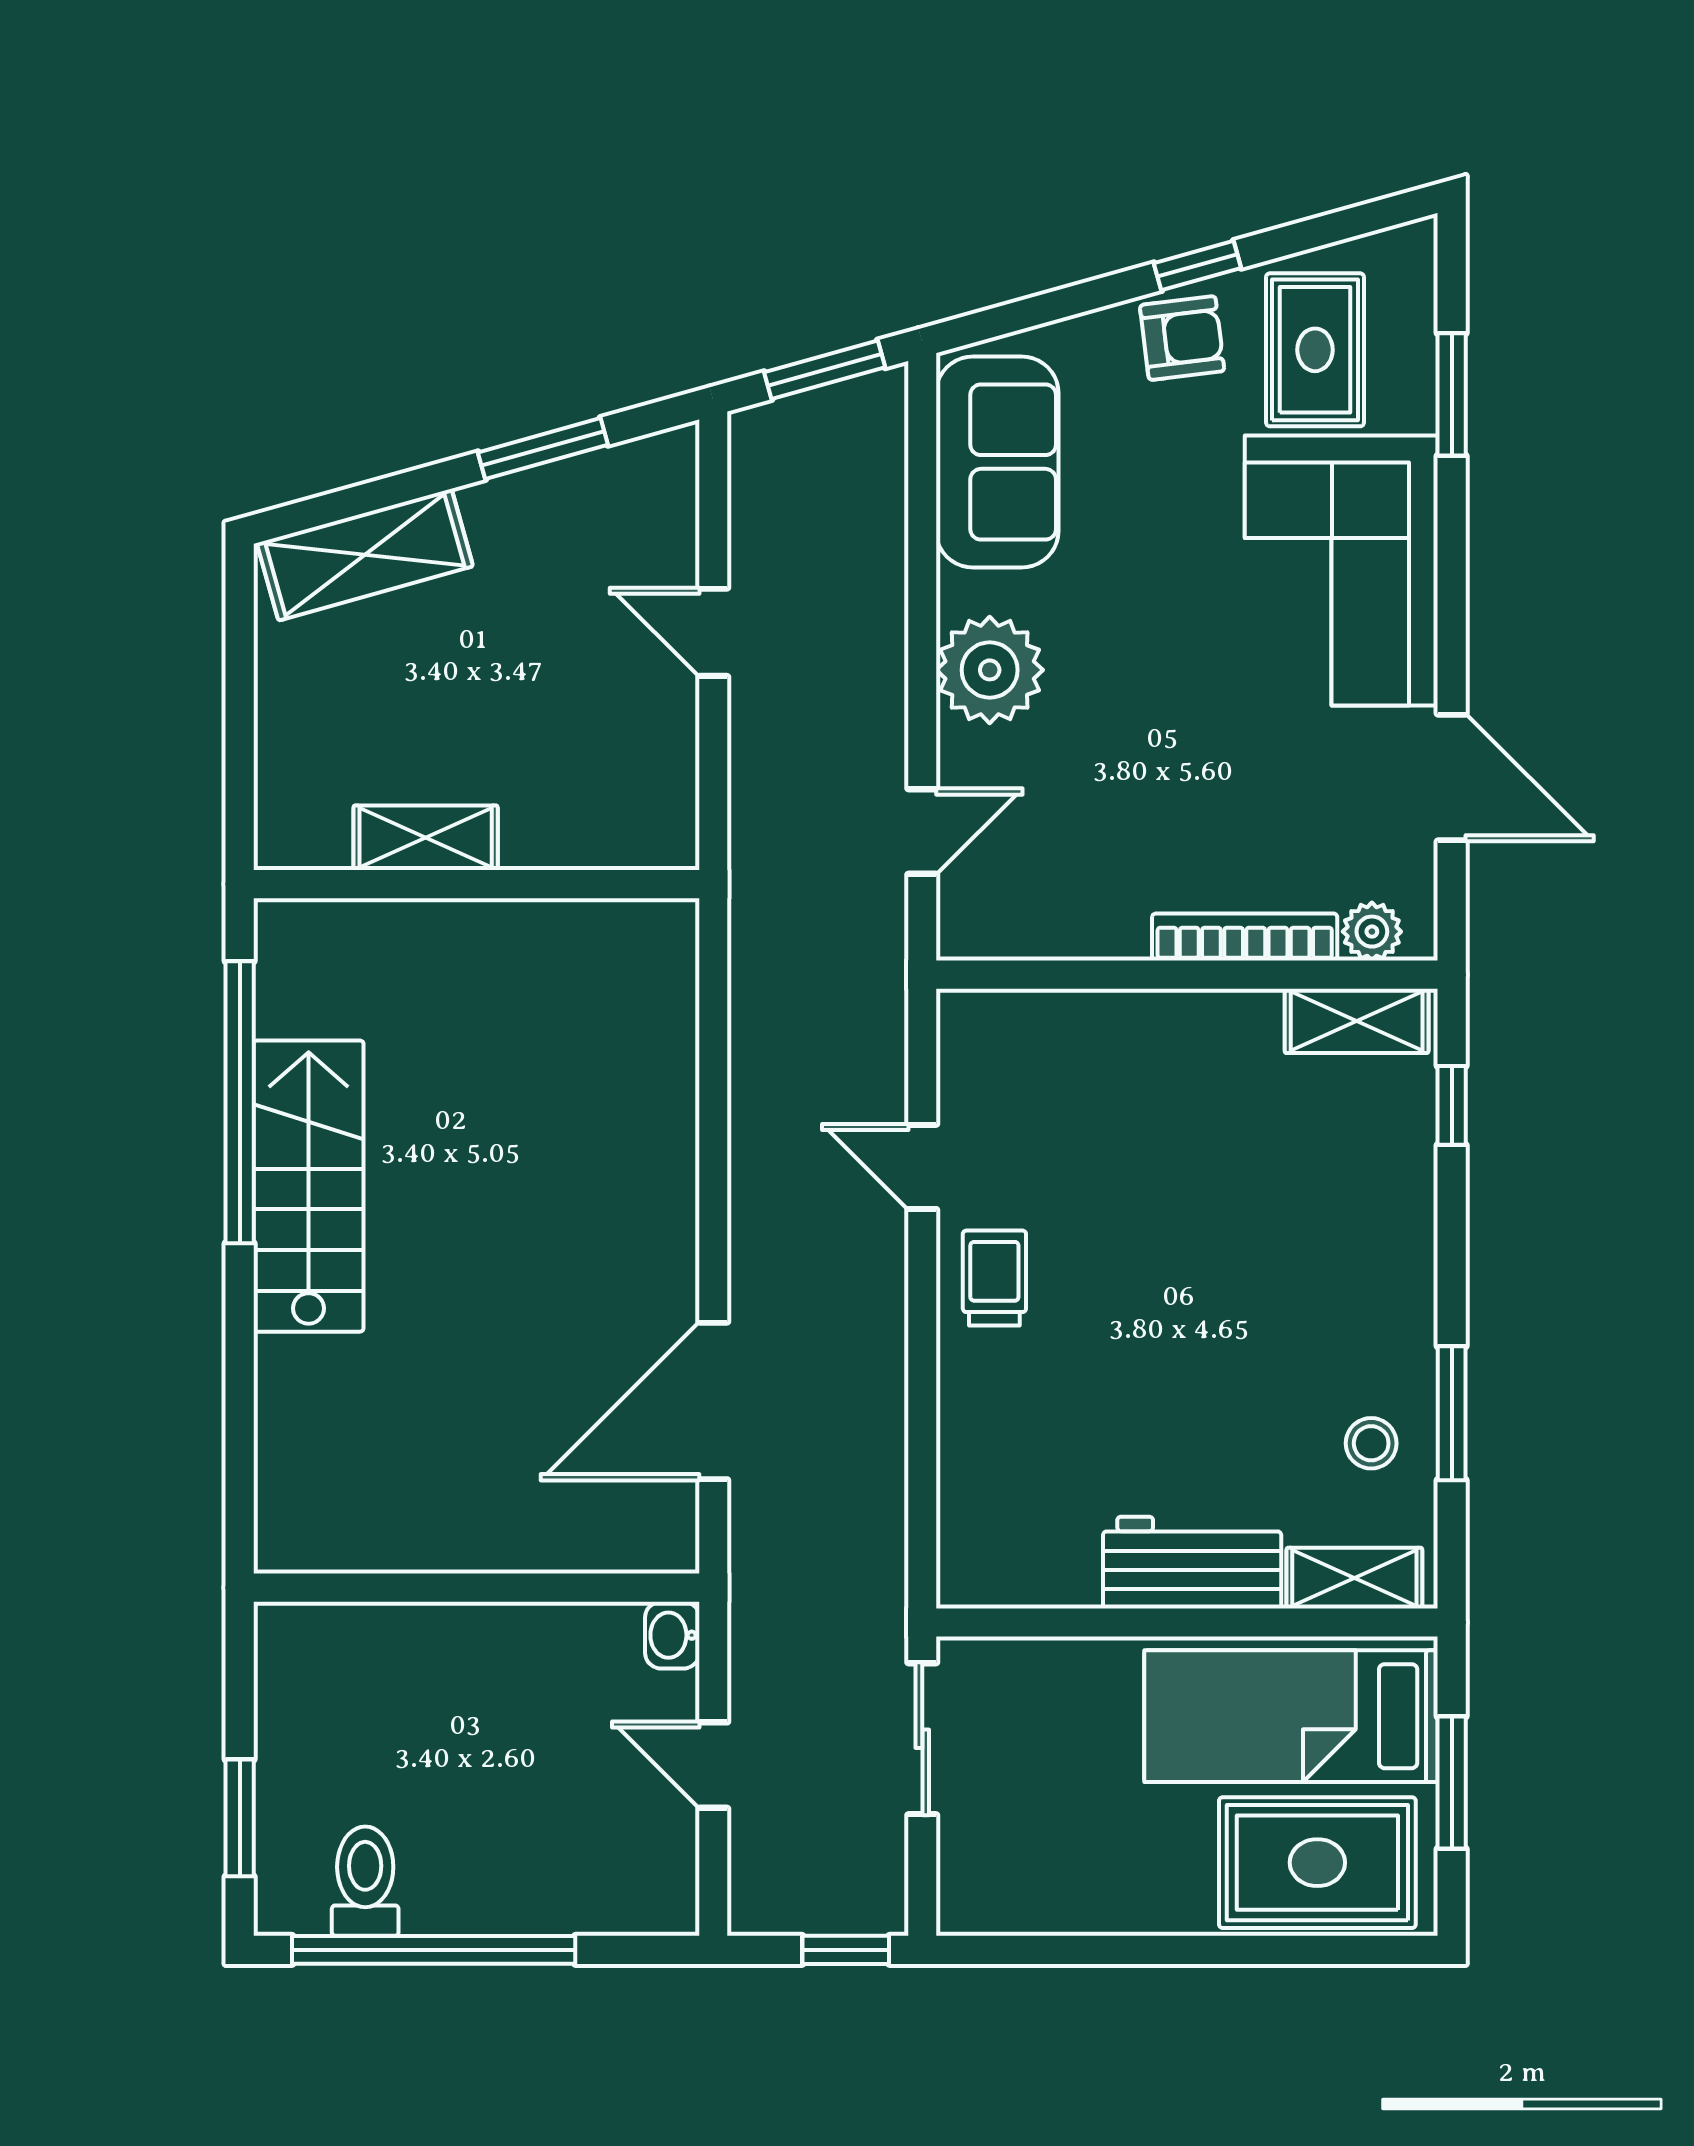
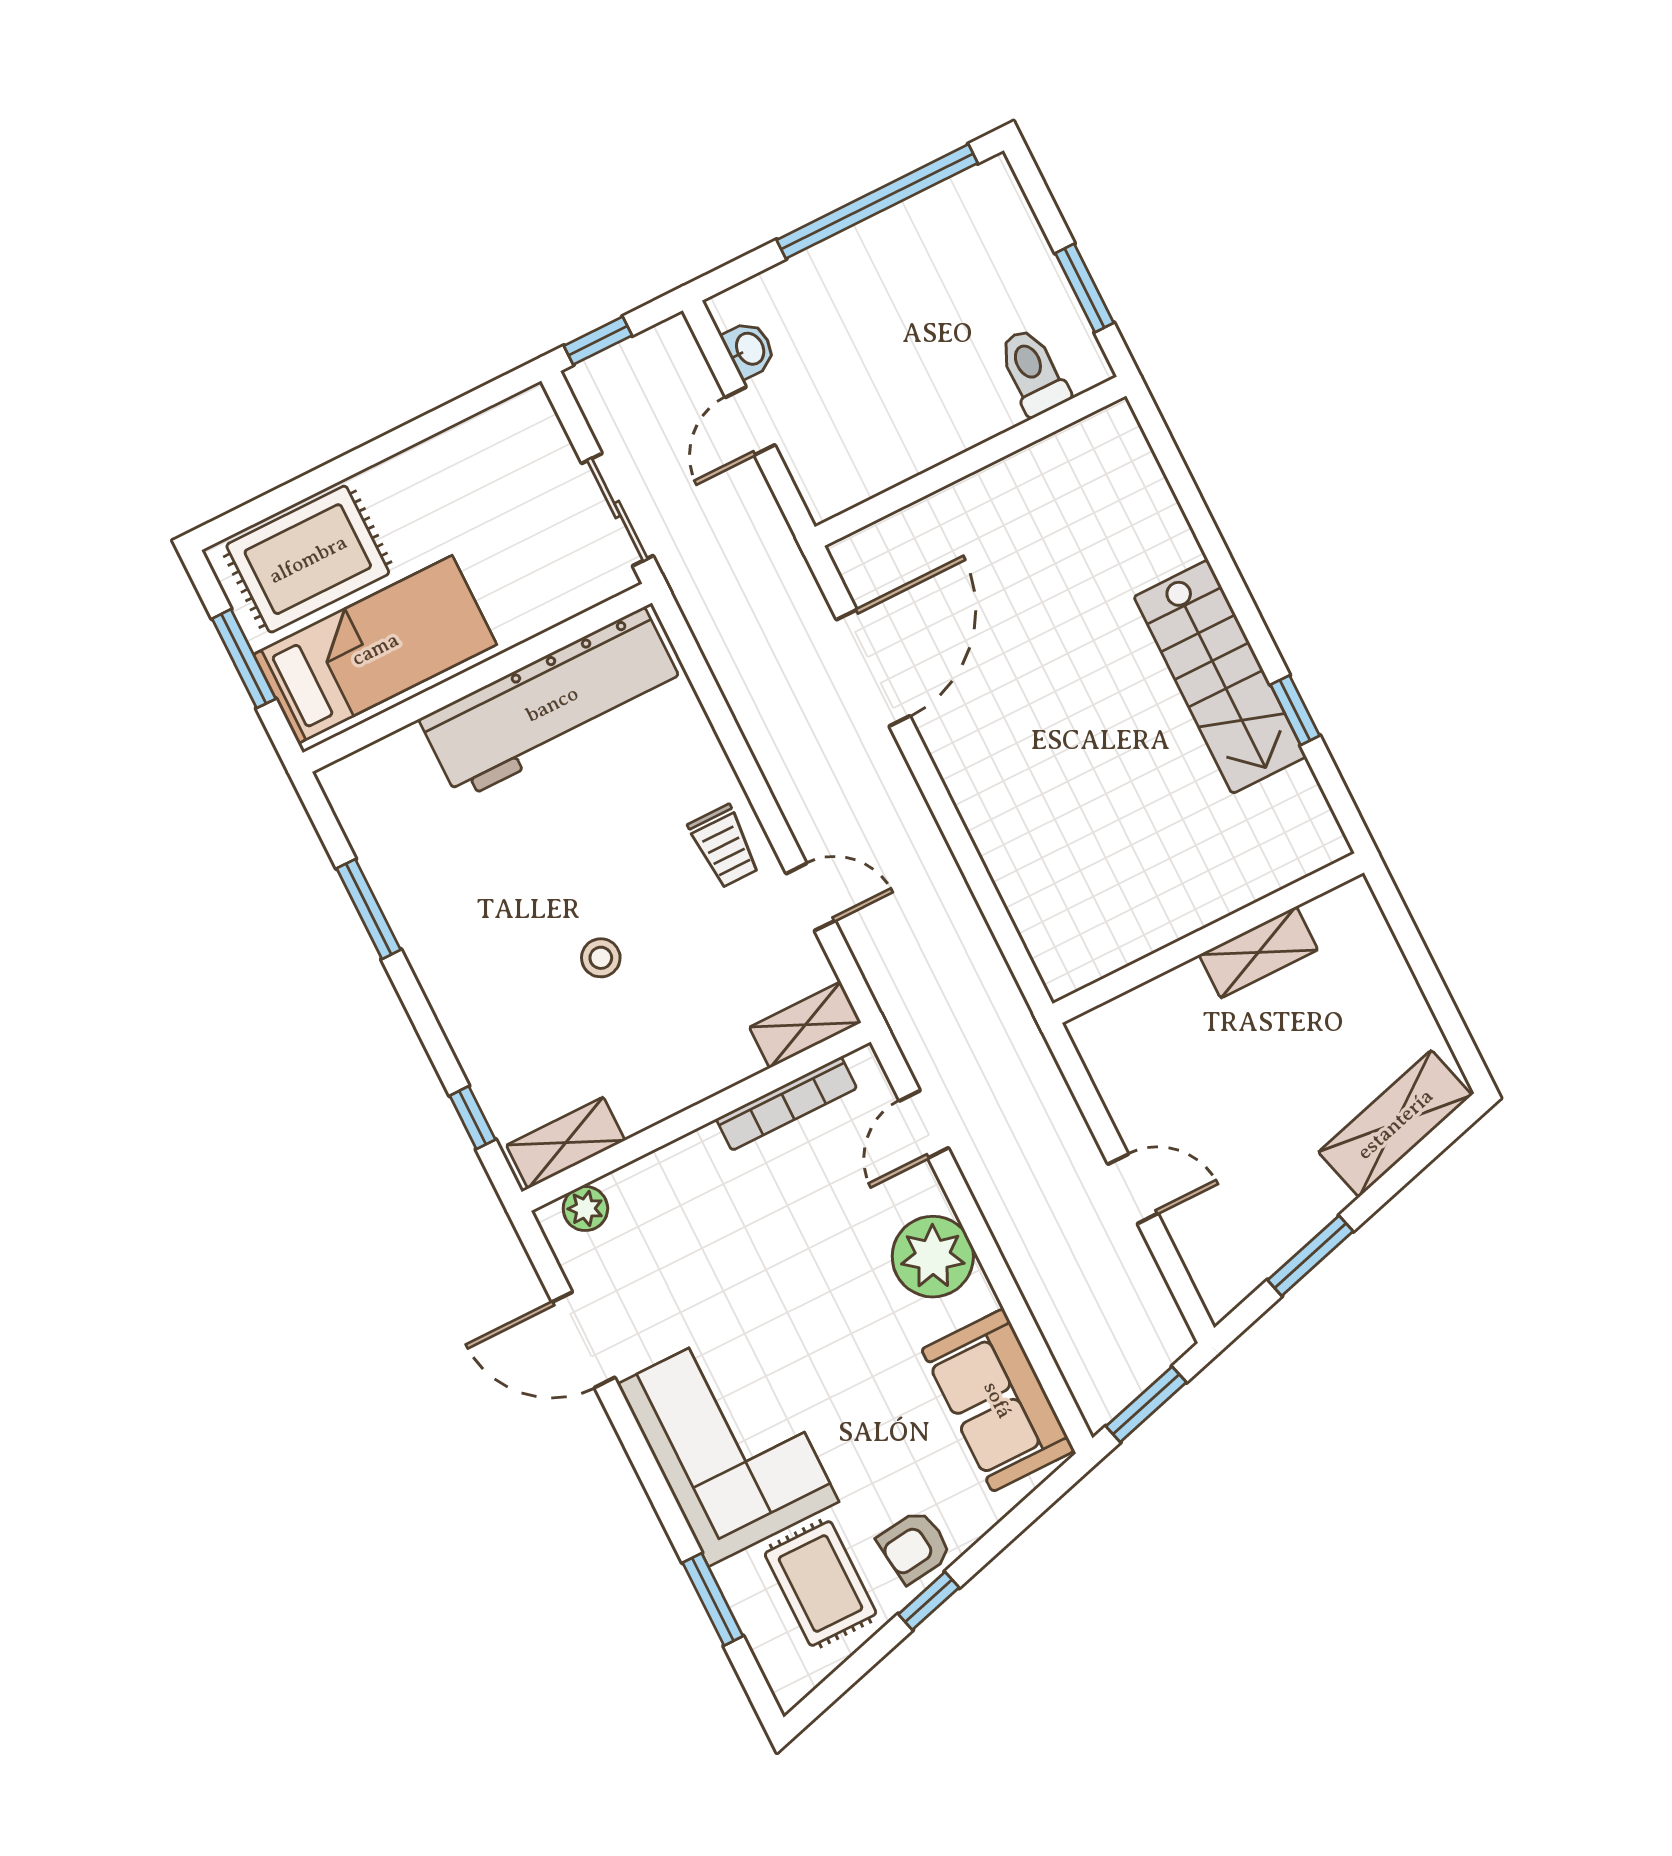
bookcase: (1245, 937) -> (786, 1104), moved
window: (240, 1102) -> (1295, 710), width x0.32
stool: (1371, 1443) -> (601, 958), moved
workbench: (1192, 1563) -> (552, 704), width x1.88, depth x1.32
shelving: (1354, 1578) -> (805, 1025), moved
washbasin: (672, 1635) -> (749, 349), moved
door: (713, 1765) -> (750, 421), swing flipped
window: (240, 1818) -> (1085, 288), moved
toilet: (365, 1881) -> (1033, 372), moved, turned 180

